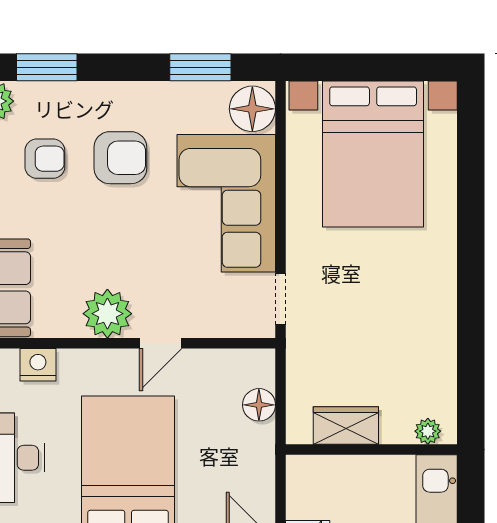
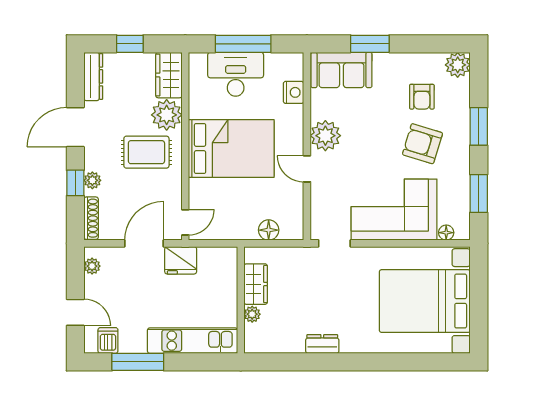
window: (47, 67) -> (479, 126), moved
floor lamp: (252, 109) -> (446, 233), width x0.53, depth x0.53
armchair: (120, 158) -> (422, 144), turned 107
dresser: (442, 319) -> (322, 344), added
plant: (428, 431) -> (252, 314), moved

